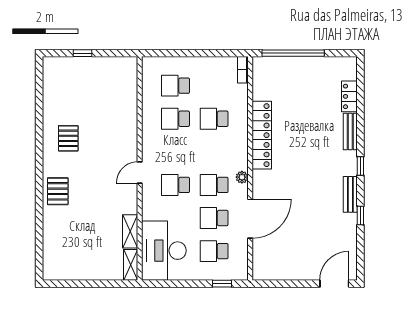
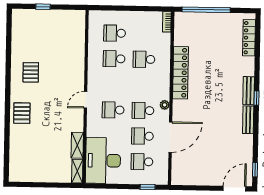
locker: (349, 96) -> (249, 38), width x1.53
bench: (350, 131) -> (249, 91), moved
window: (360, 215) -> (255, 170), moved

